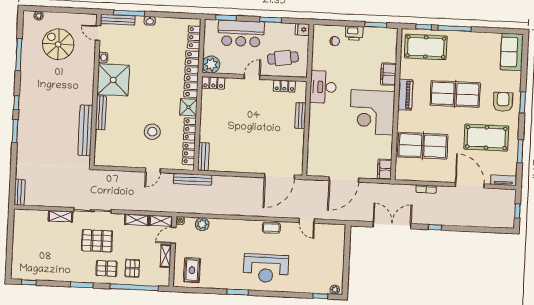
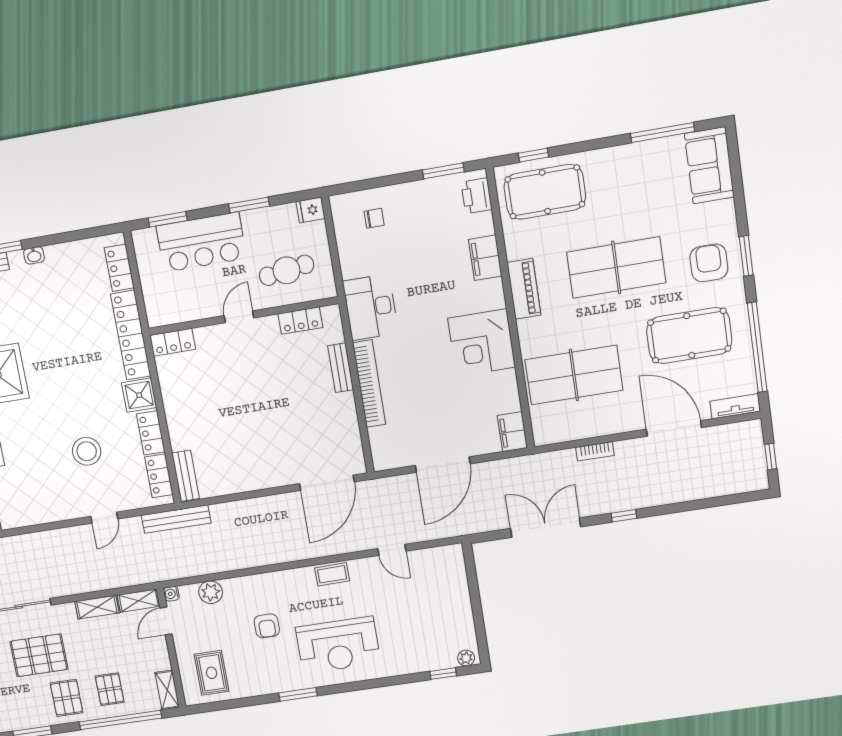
window: (455, 28) -> (662, 133), moved
printer: (354, 33) -> (477, 196), moved, turned 90
plant: (211, 64) -> (161, 310), removed
corner desk: (372, 112) -> (482, 343), width x0.74, depth x0.74
bookcase: (314, 127) -> (369, 384), added
window: (520, 151) -> (757, 347), width x2.11
armchair: (229, 249) -> (267, 626), added
shelving: (166, 256) -> (167, 690), moved
pallet: (106, 268) -> (67, 698), turned 90

